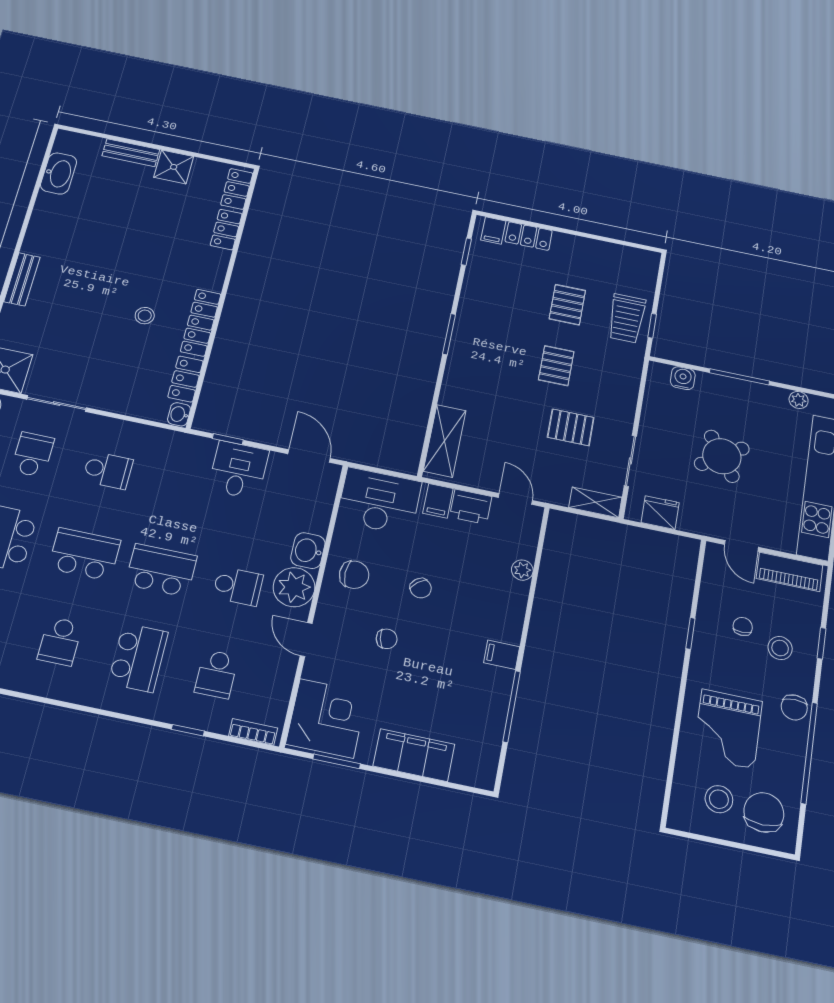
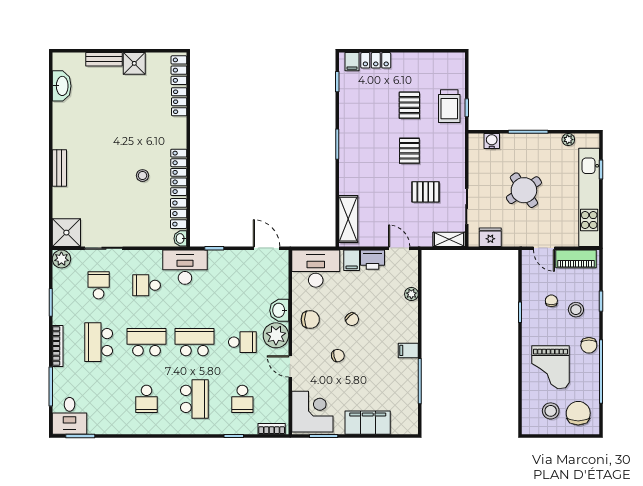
school desk: (108, 470) -> (147, 285), turned 180
desk: (238, 470) -> (185, 267), moved, width x1.37

